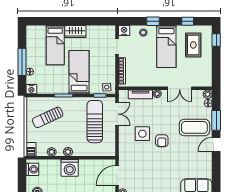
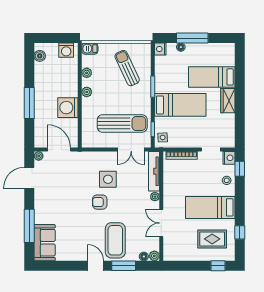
window: (153, 21) -> (240, 169), moved
tv unit: (140, 94) -> (154, 171), width x1.41
washing machine: (70, 168) -> (68, 108), moved

